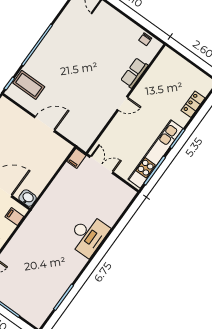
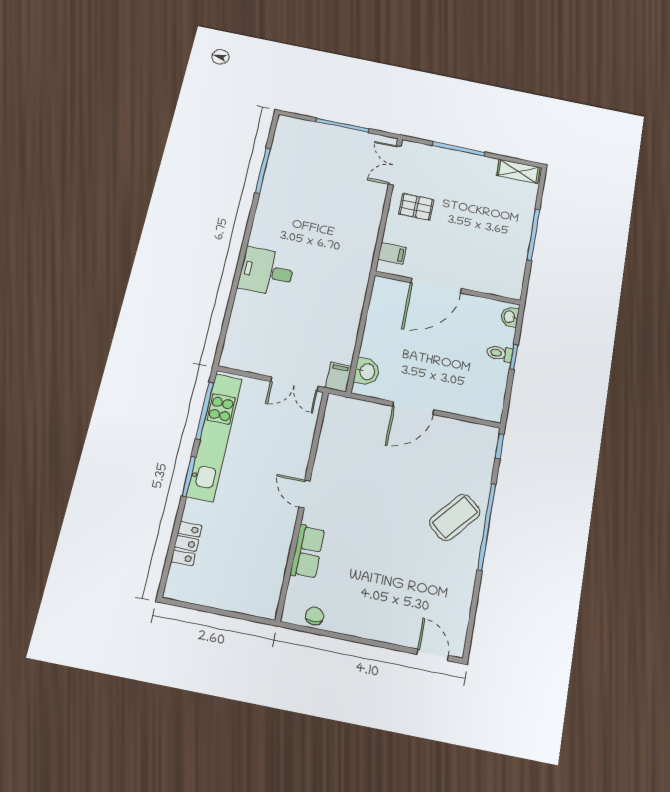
coffee table: (29, 85) -> (455, 517), moved, turned -50
door: (123, 103) -> (304, 494), hinge flipped
washbasin: (28, 198) -> (367, 372), moved, turned -90
desk: (88, 235) -> (267, 272), width x0.73

